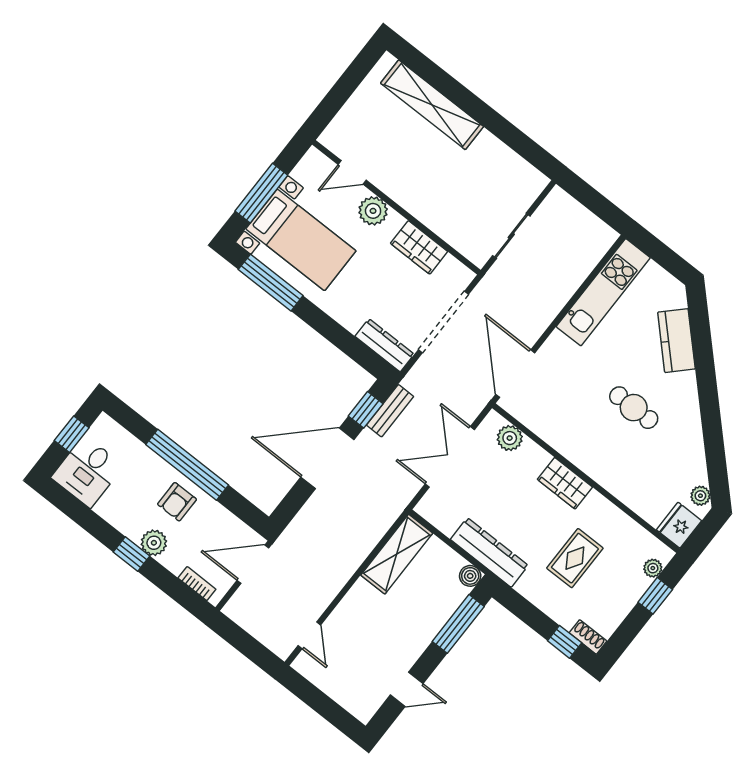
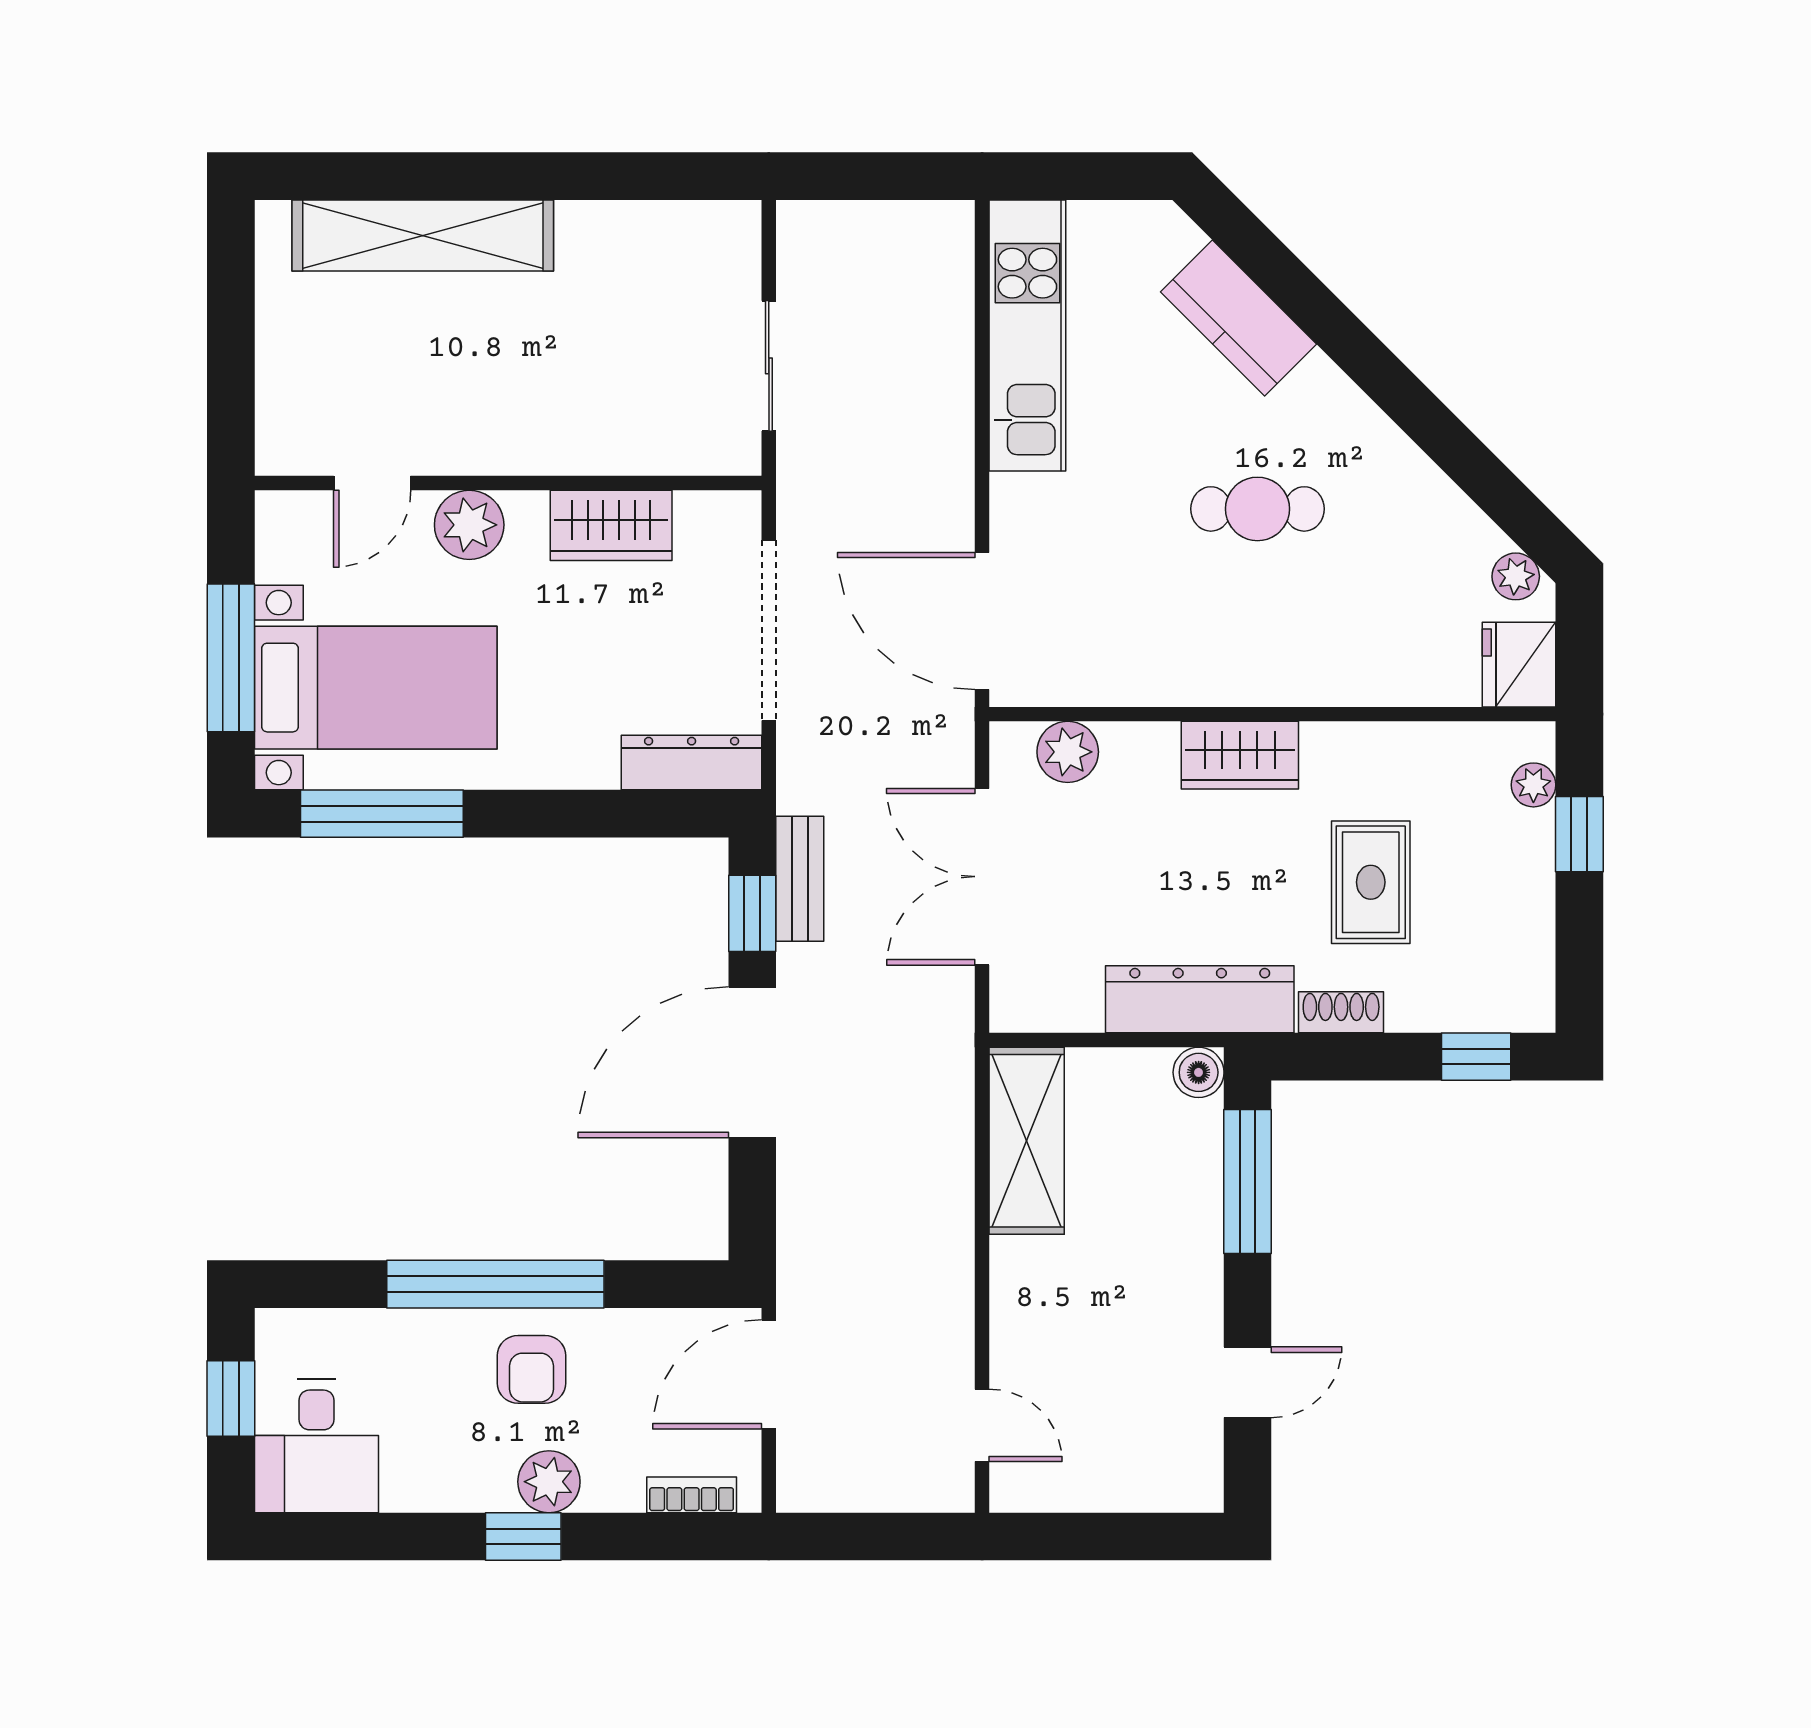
shoe rack: (588, 637) -> (1341, 1012), moved

